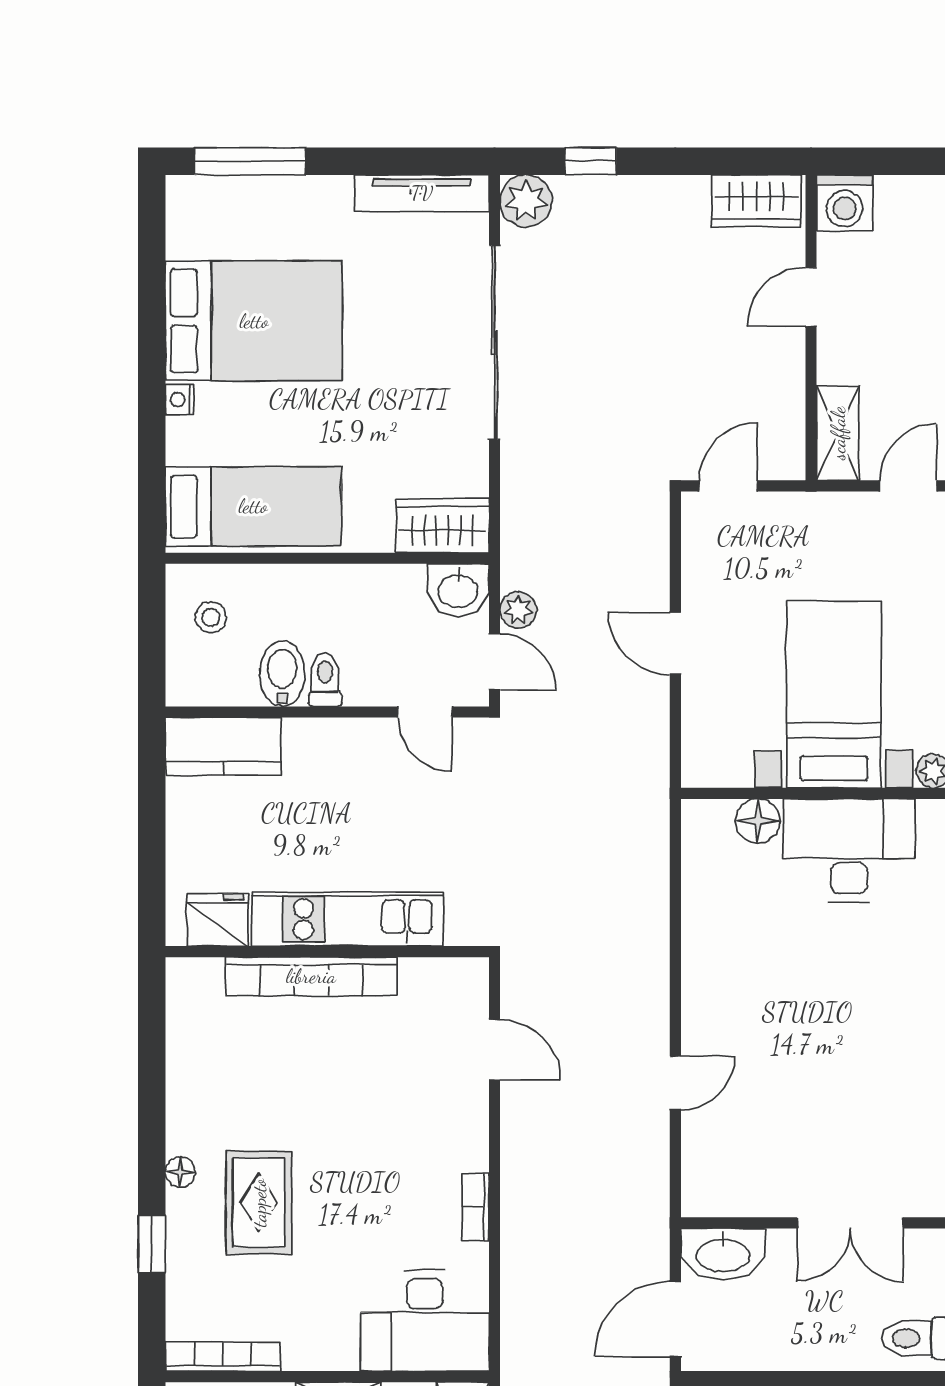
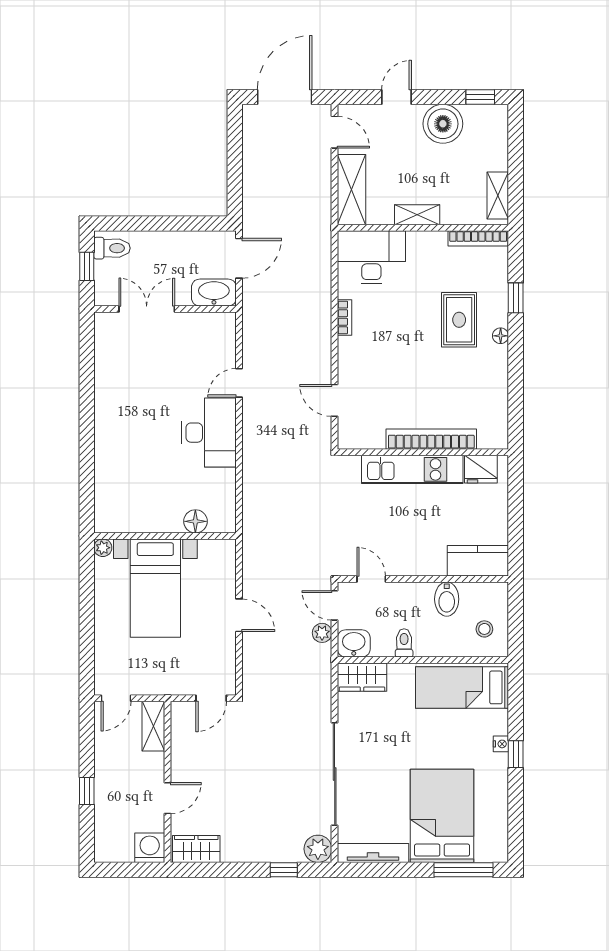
bed: (254, 321) -> (442, 816), moved, turned 90
window: (152, 380) -> (516, 754), added
toilet: (325, 680) -> (404, 643), moved, turned 180
desk: (849, 850) -> (209, 433), moved, turned -90

